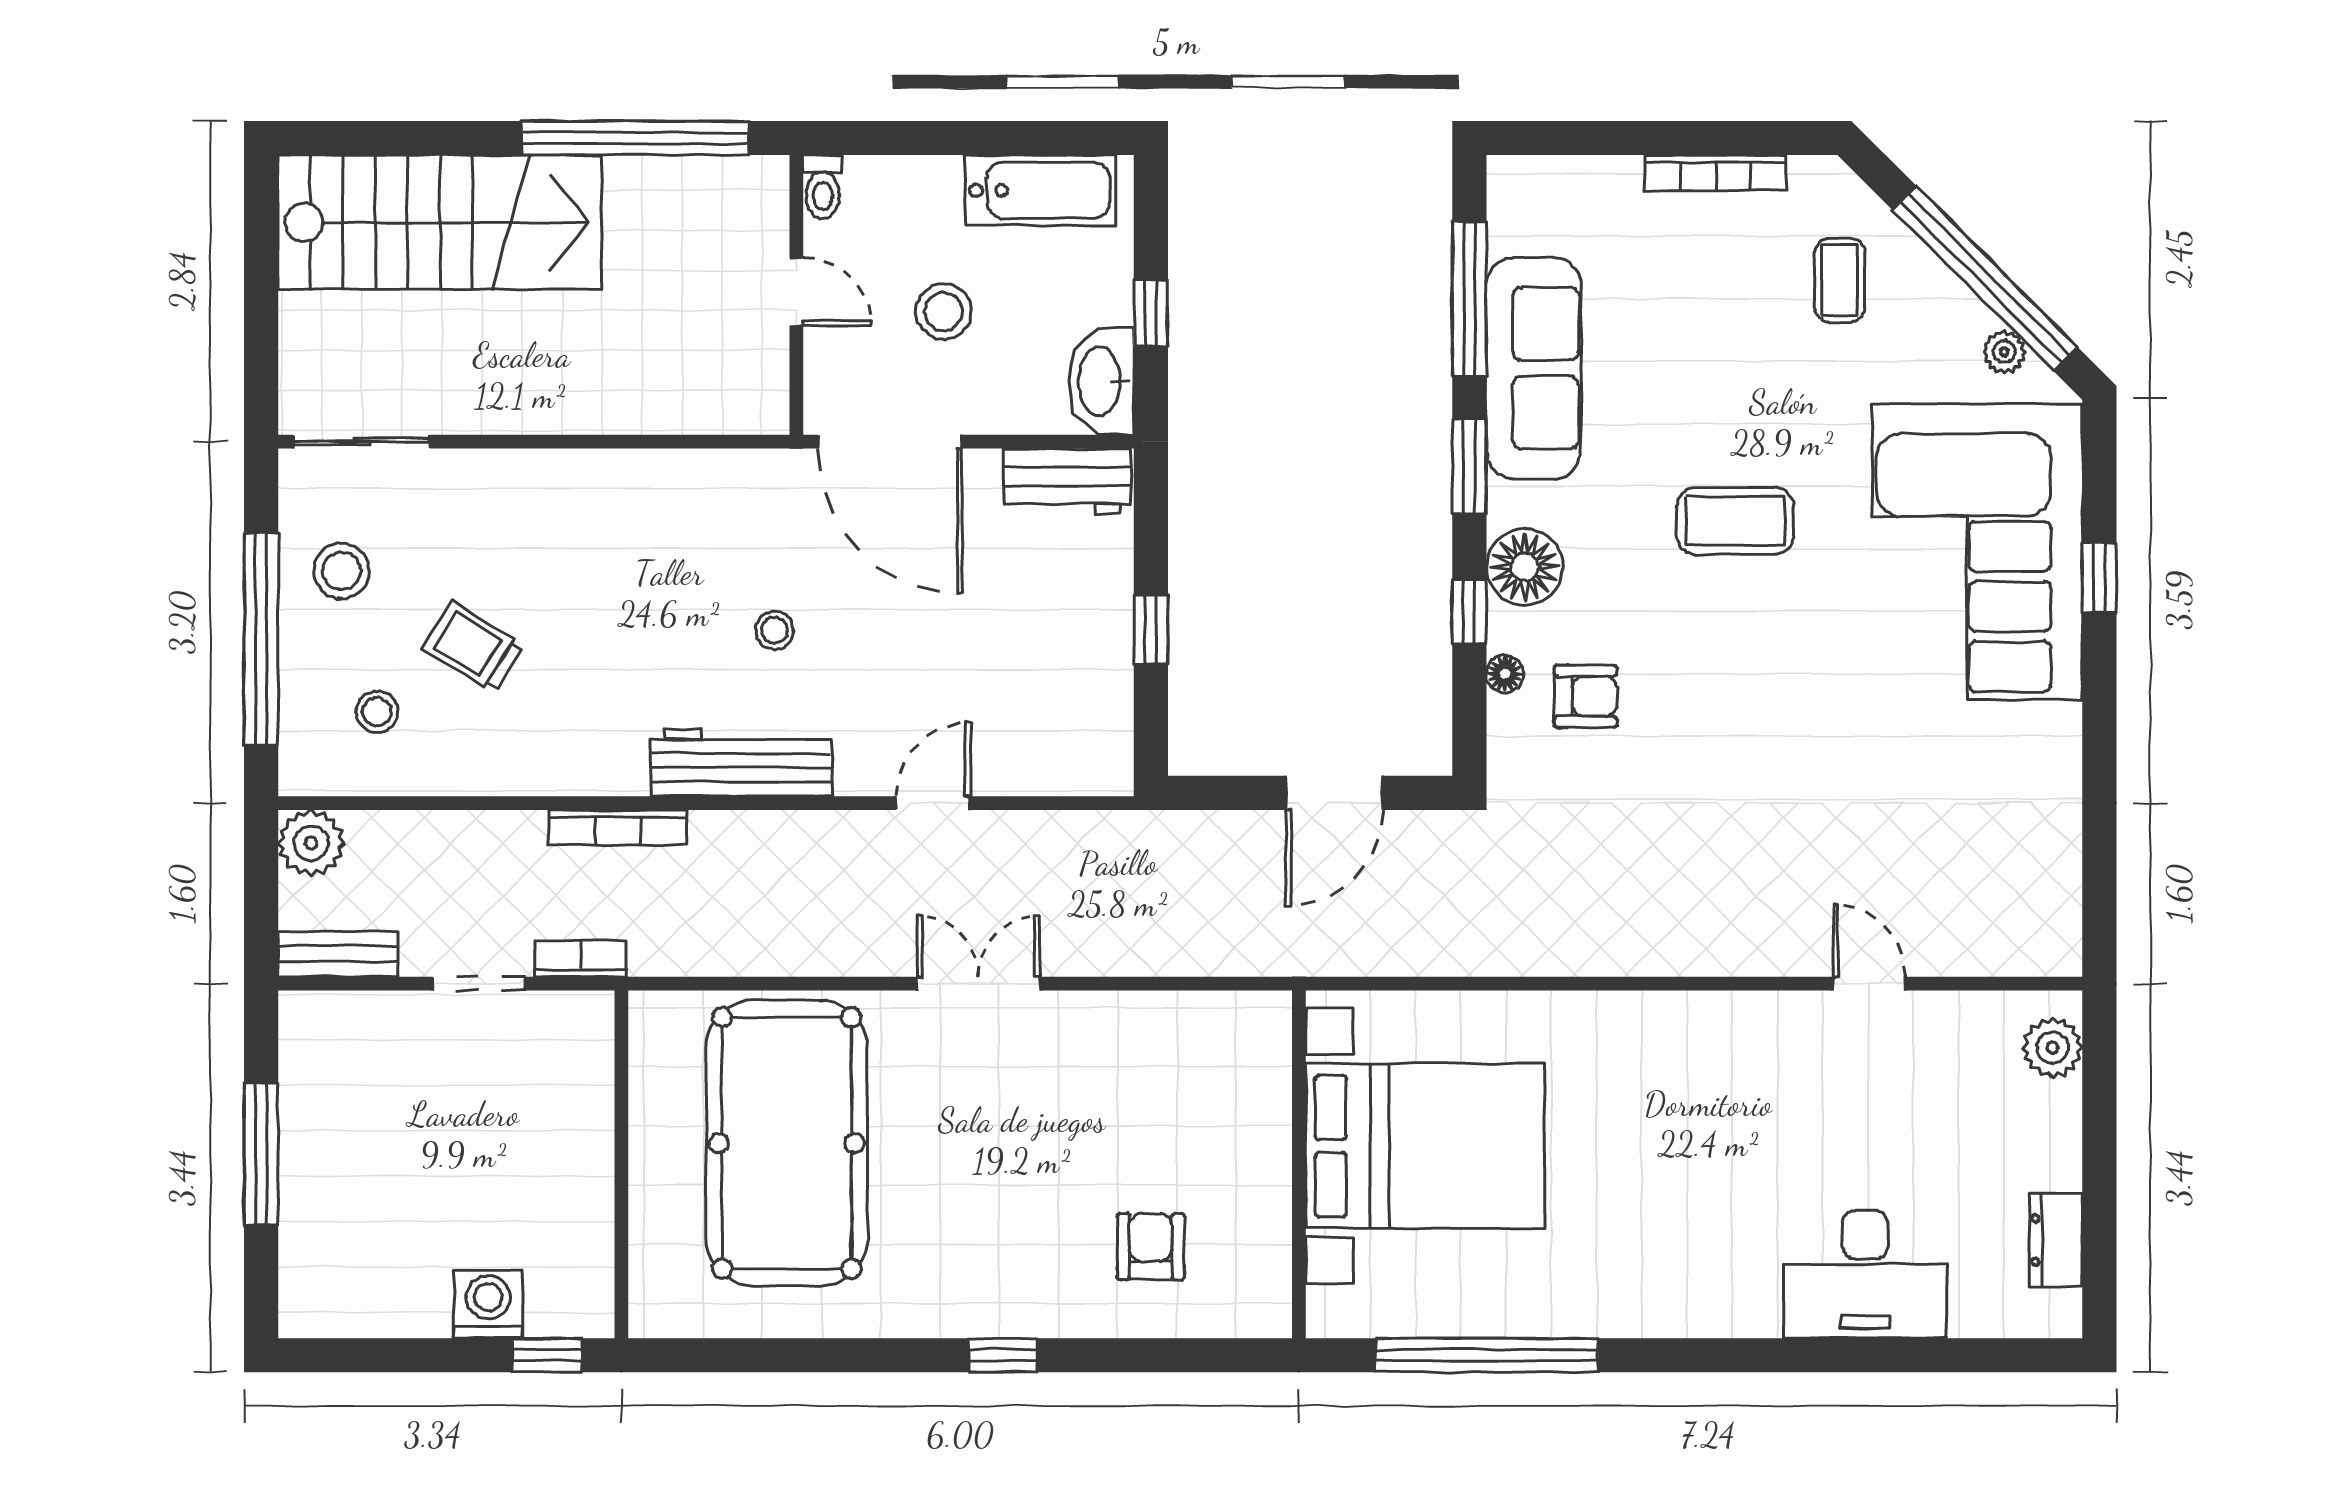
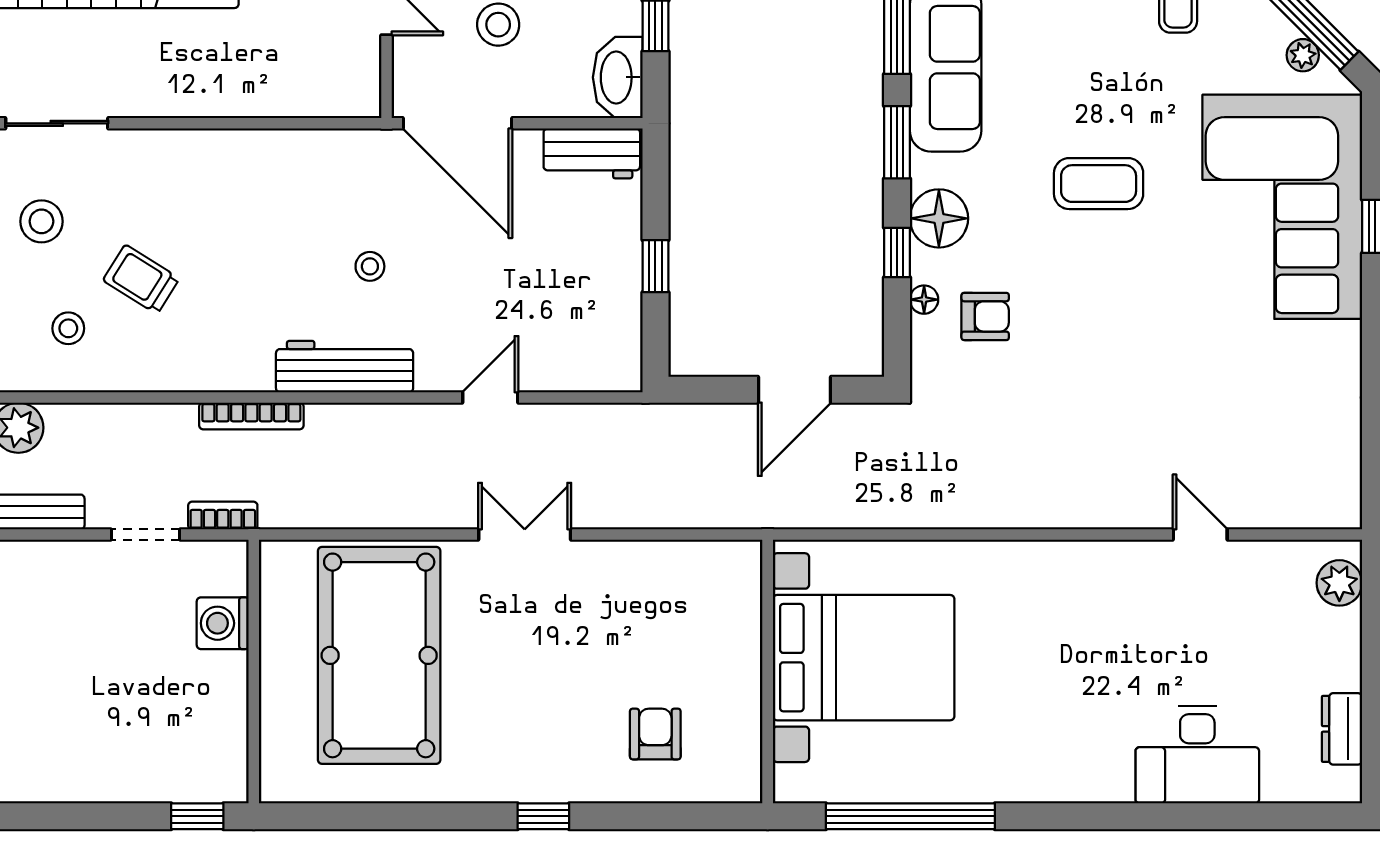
washing machine: (488, 1304) -> (223, 623), moved, turned -90

